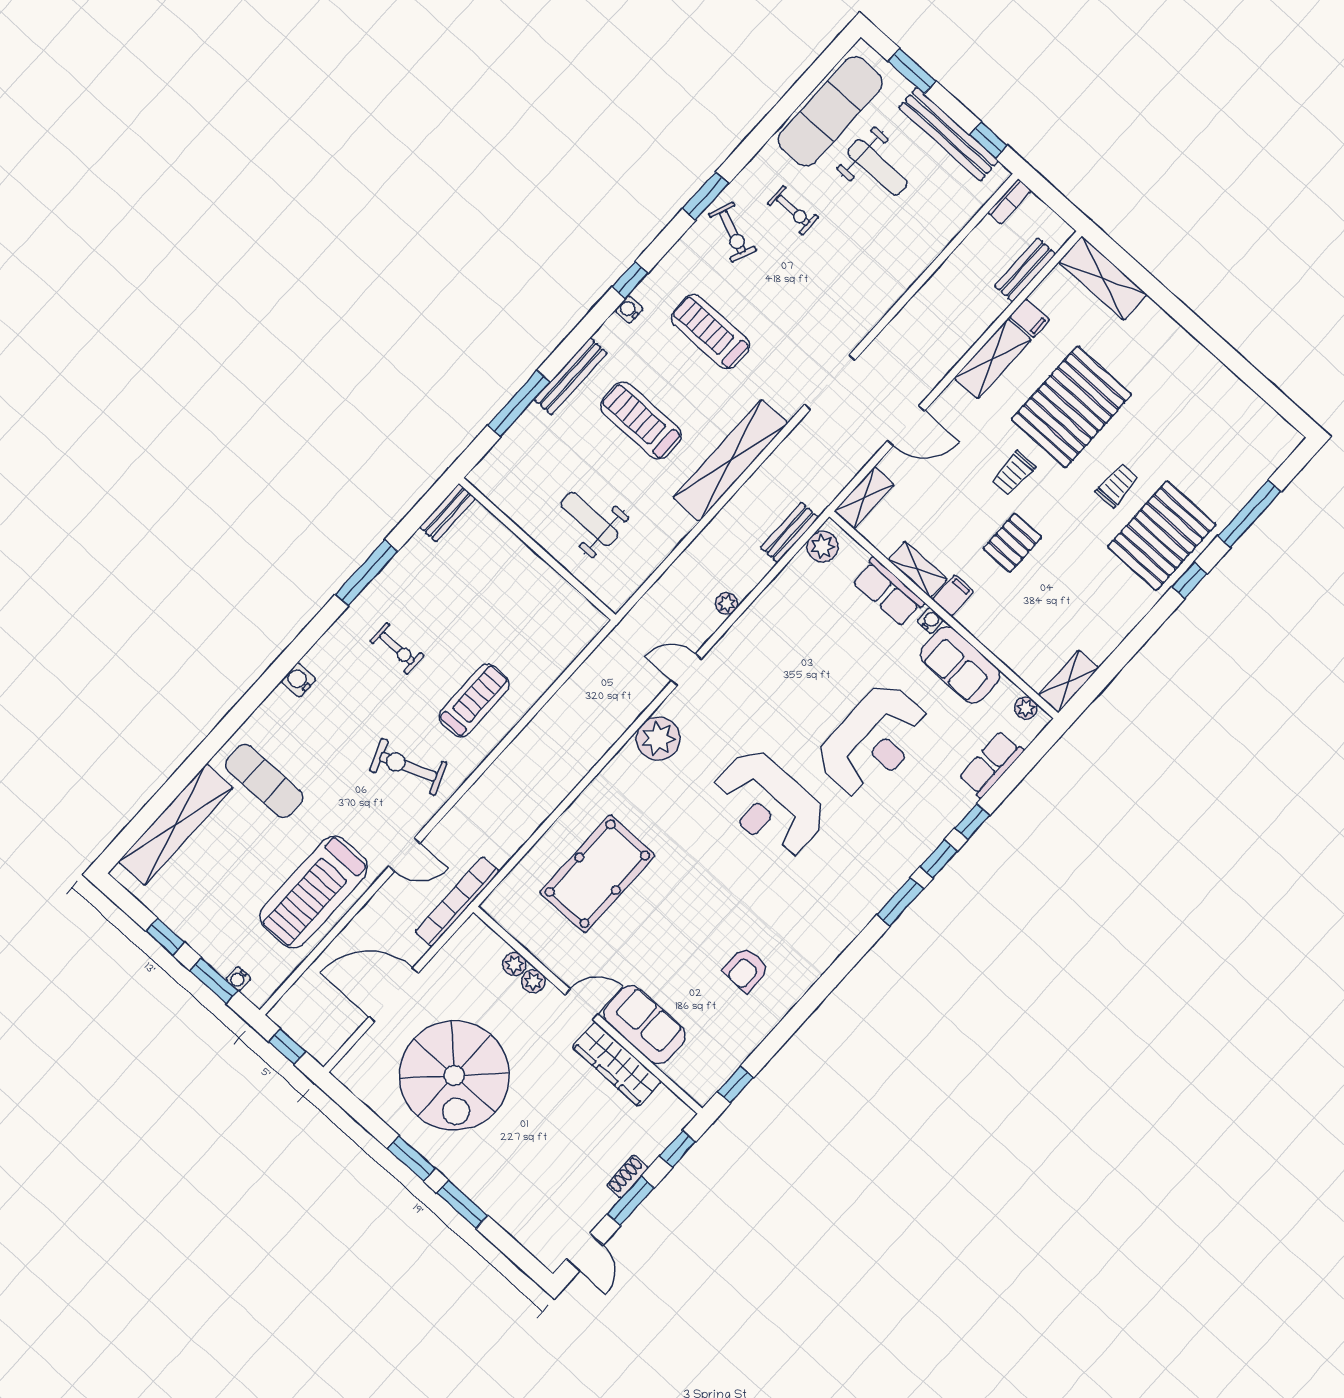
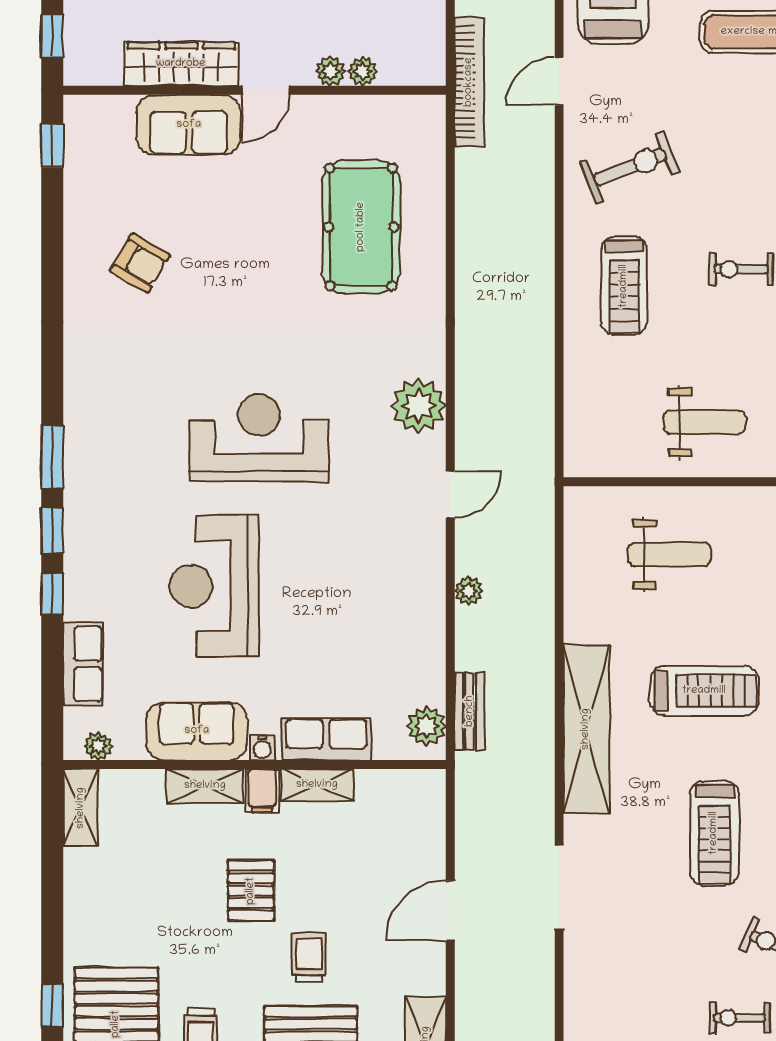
treadmill: (710, 332) -> (714, 833), turned 90
shelving: (864, 498) -> (205, 786), moved, turned 90
weight bench: (499, 578) -> (705, 422), added
armchair: (746, 969) -> (140, 263), turned 120

